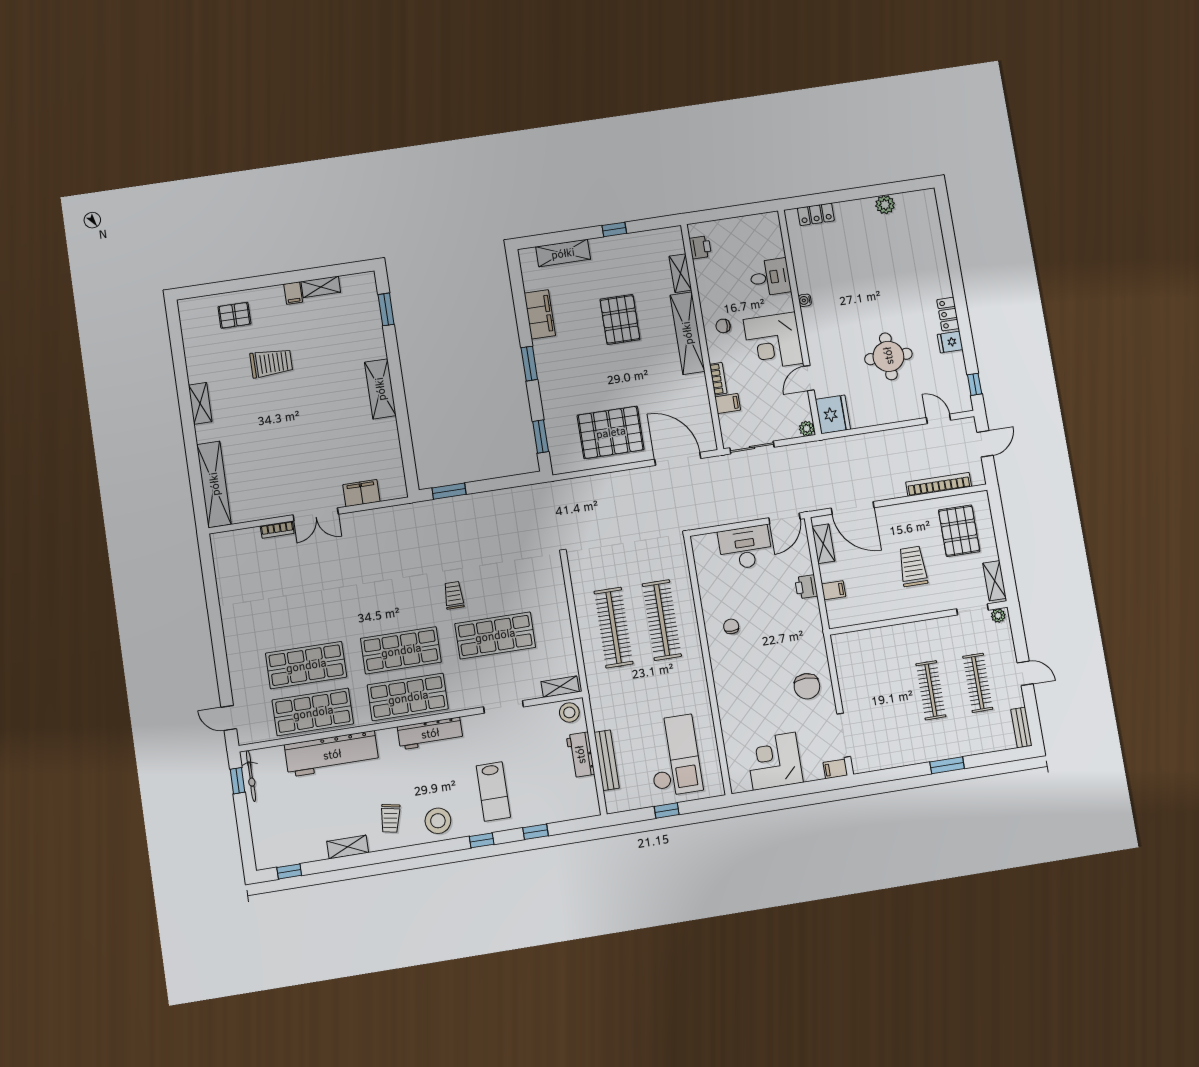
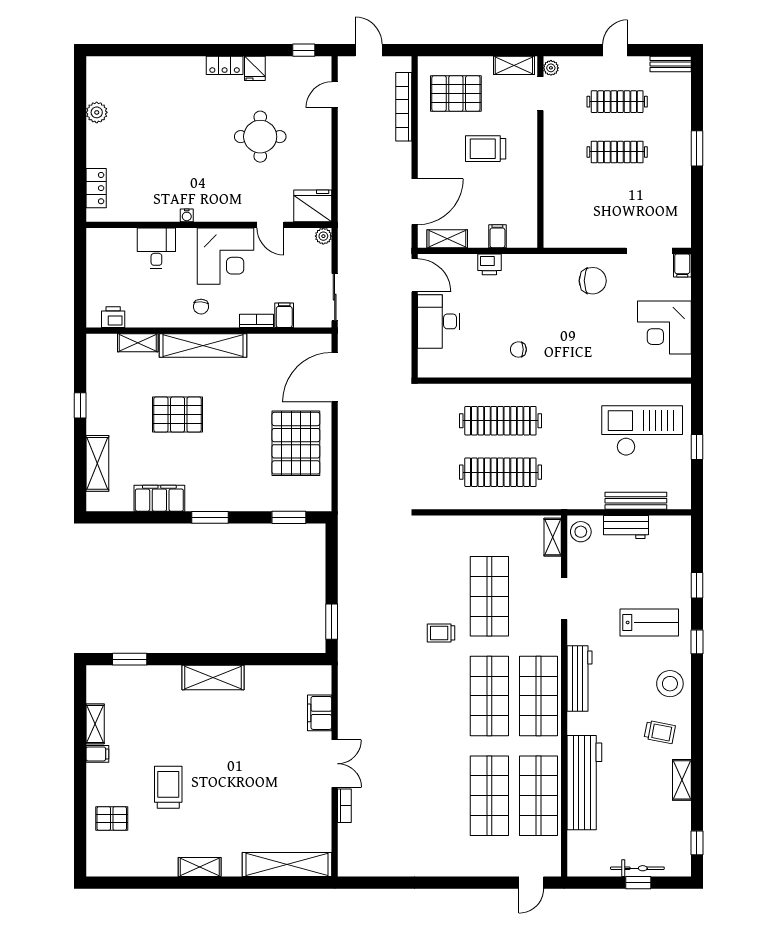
pallet: (234, 315) -> (112, 819), turned 90
bicycle: (251, 776) -> (637, 868), moved
window: (237, 781) -> (638, 883), moved

